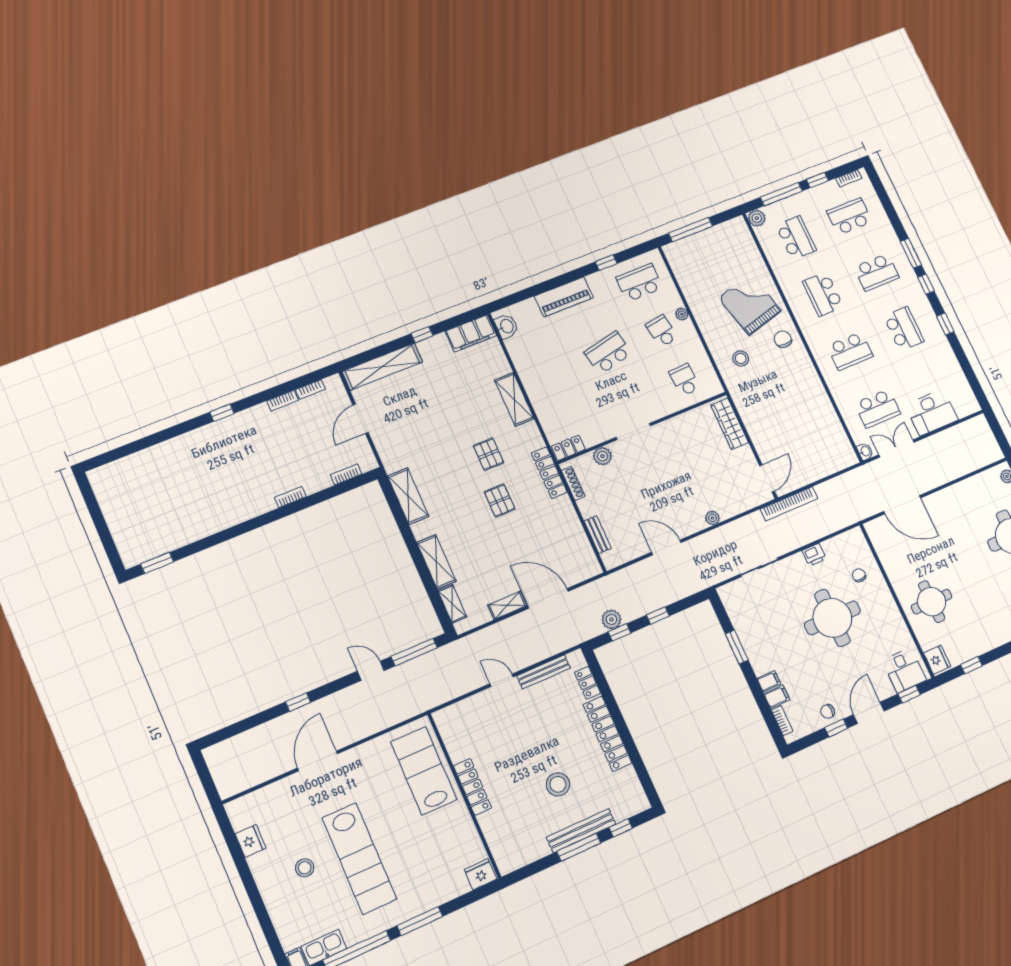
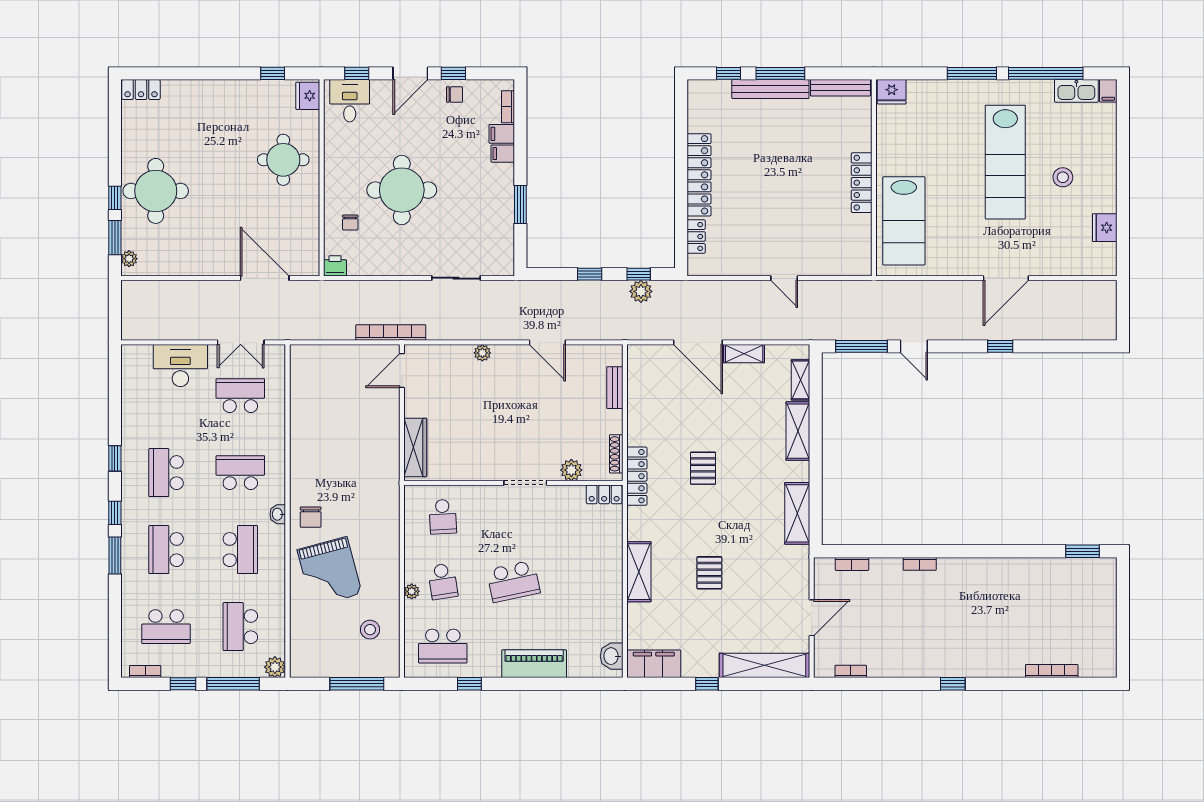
school desk: (877, 272) -> (166, 550), turned -90
stool: (741, 358) -> (370, 630), moved
bookcase: (283, 401) -> (1052, 671), moved, width x1.56
washbasin: (865, 451) -> (278, 514), moved
pallet: (489, 454) -> (709, 573), moved
printer: (814, 555) -> (335, 266), moved
bench: (543, 672) -> (840, 88), moved
stool: (558, 784) -> (773, 146), removed
lab bench: (359, 858) -> (1005, 162), turned 180

